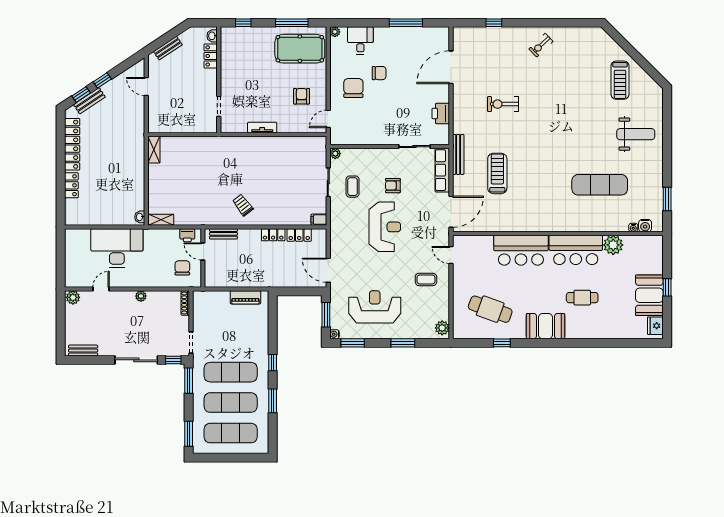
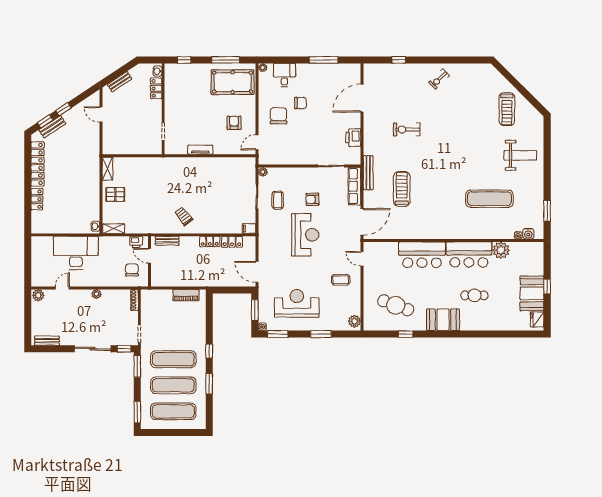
pallet: (163, 180) -> (115, 194), added

